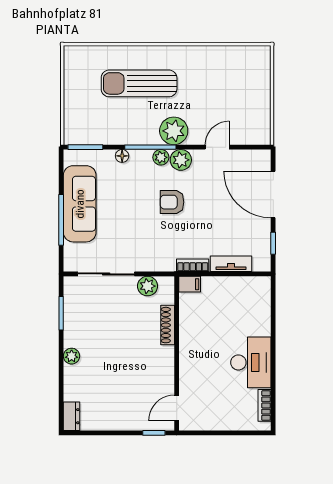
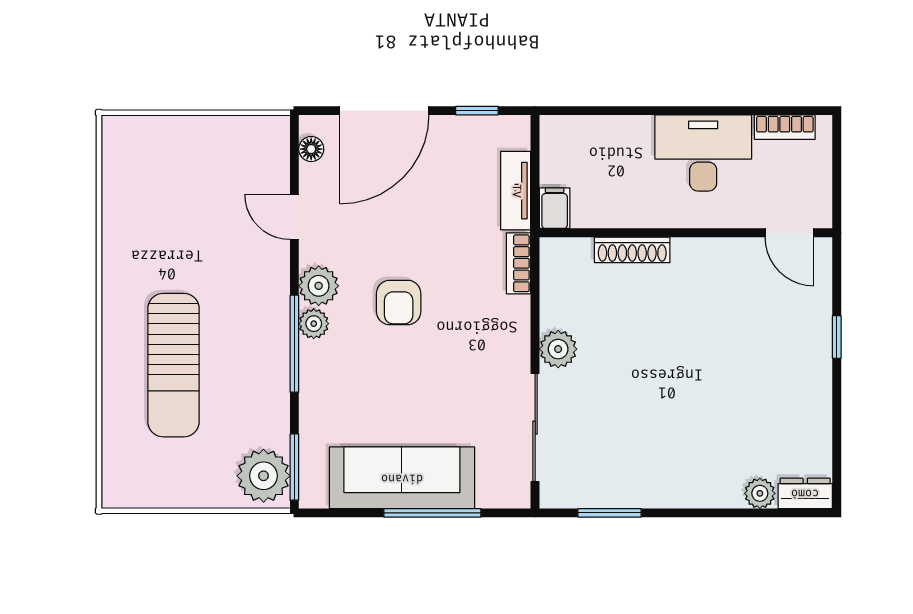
plant: (174, 131) -> (264, 476), moved
floor lamp: (122, 156) -> (311, 149), moved
filing cabinet: (190, 284) -> (555, 208), moved
shoe rack: (168, 325) -> (632, 250), moved
wall: (177, 353) -> (686, 233), moved
plant: (72, 356) -> (760, 493), moved
door: (177, 408) -> (790, 233), moved

